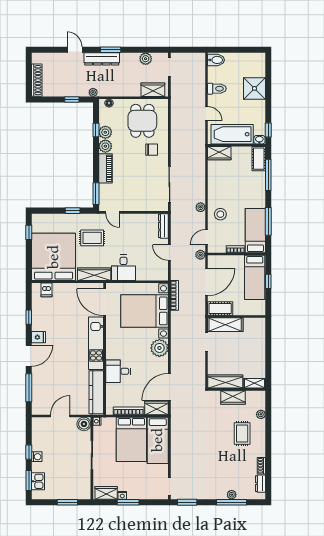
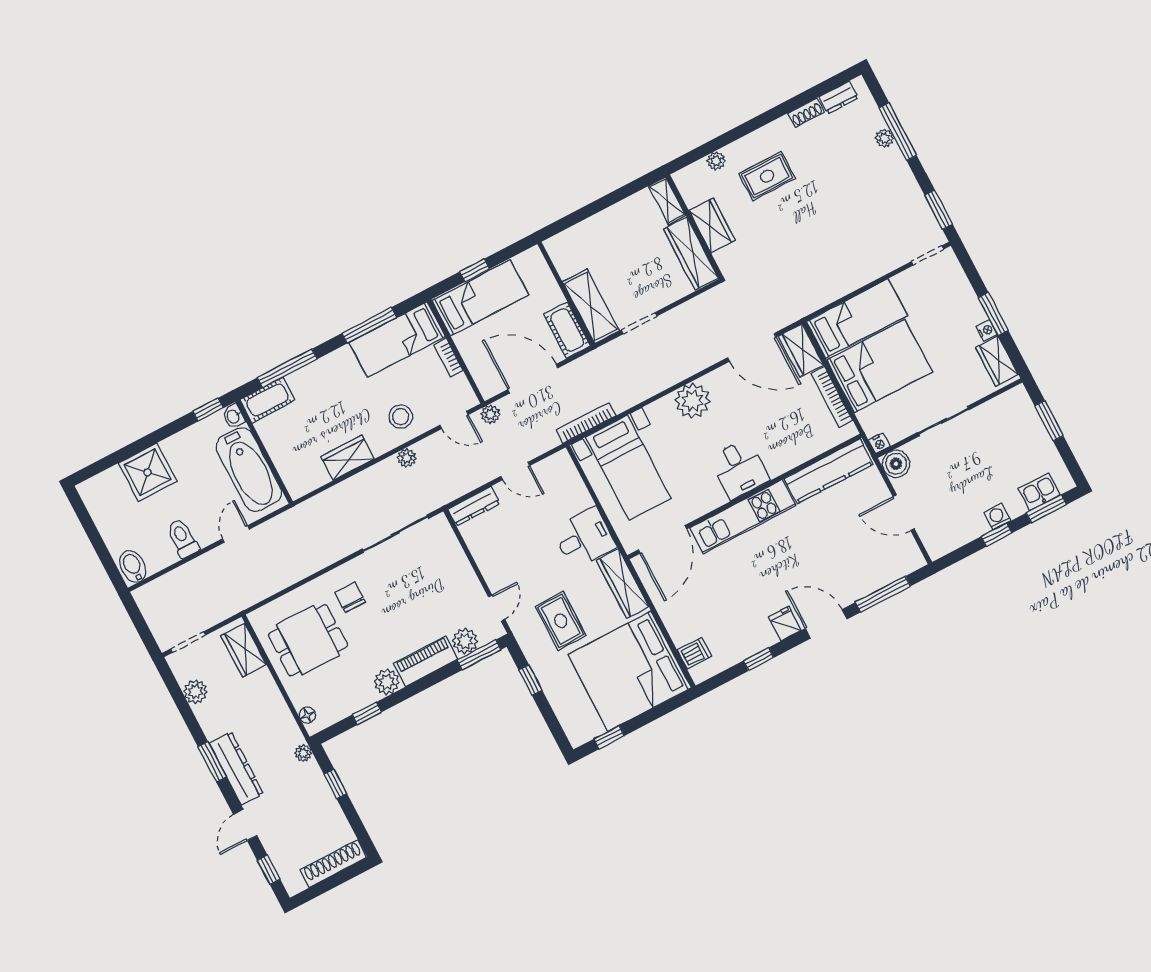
window: (49, 50) -> (269, 870), added
plant: (105, 132) -> (465, 641), moved
wardrobe: (219, 153) -> (348, 458), moved, turned -90
door: (169, 253) -> (515, 471), hinge flipped
bed with nightstands: (145, 311) -> (628, 468), width x0.73
desk: (118, 371) -> (739, 469), moved

